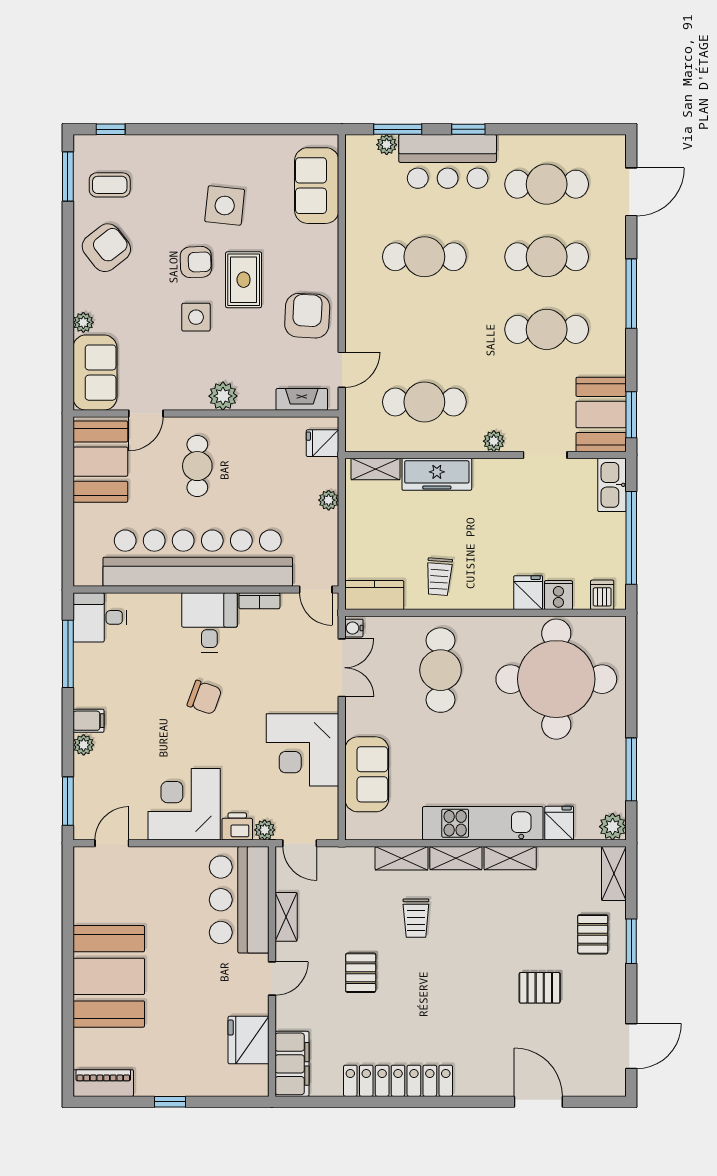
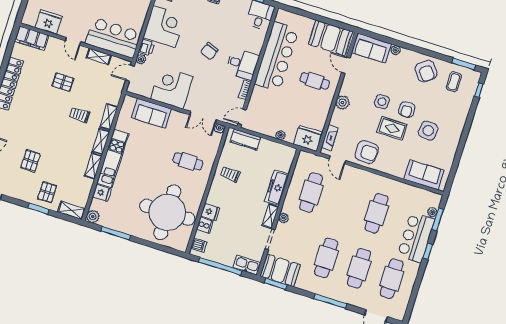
fridge: (323, 443) -> (308, 138), width x1.88, depth x1.34
shelving: (376, 469) -> (270, 216), moved
bar counter: (198, 558) -> (277, 57), width x0.73
kitchen counter: (374, 595) -> (245, 139), moved, turned 90
cafe table: (441, 670) -> (188, 161), width x0.73, depth x0.74
pallet: (593, 934) -> (47, 192), turned 90

